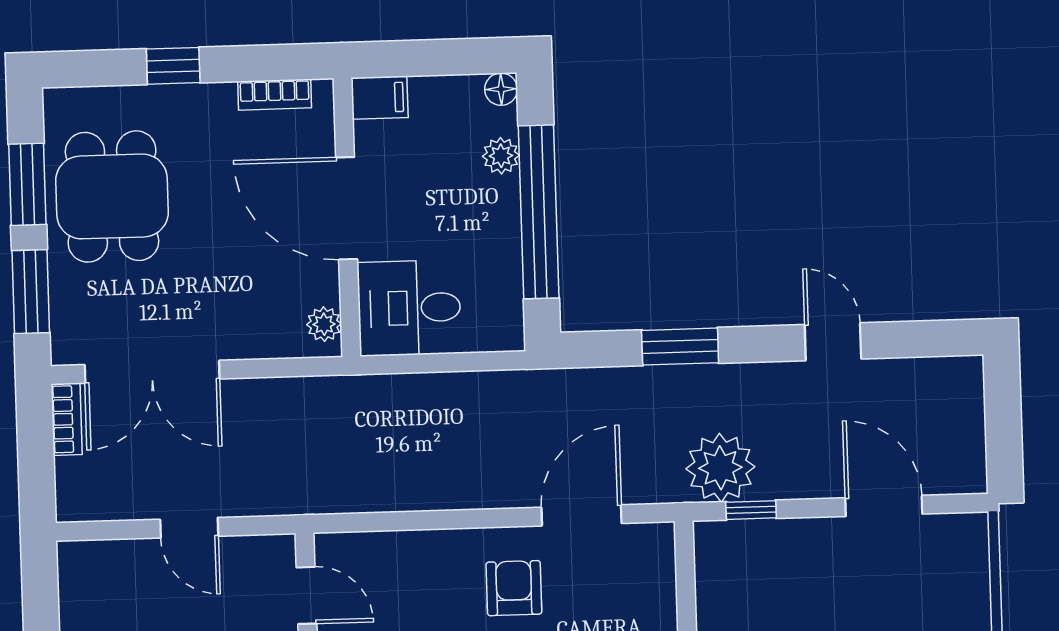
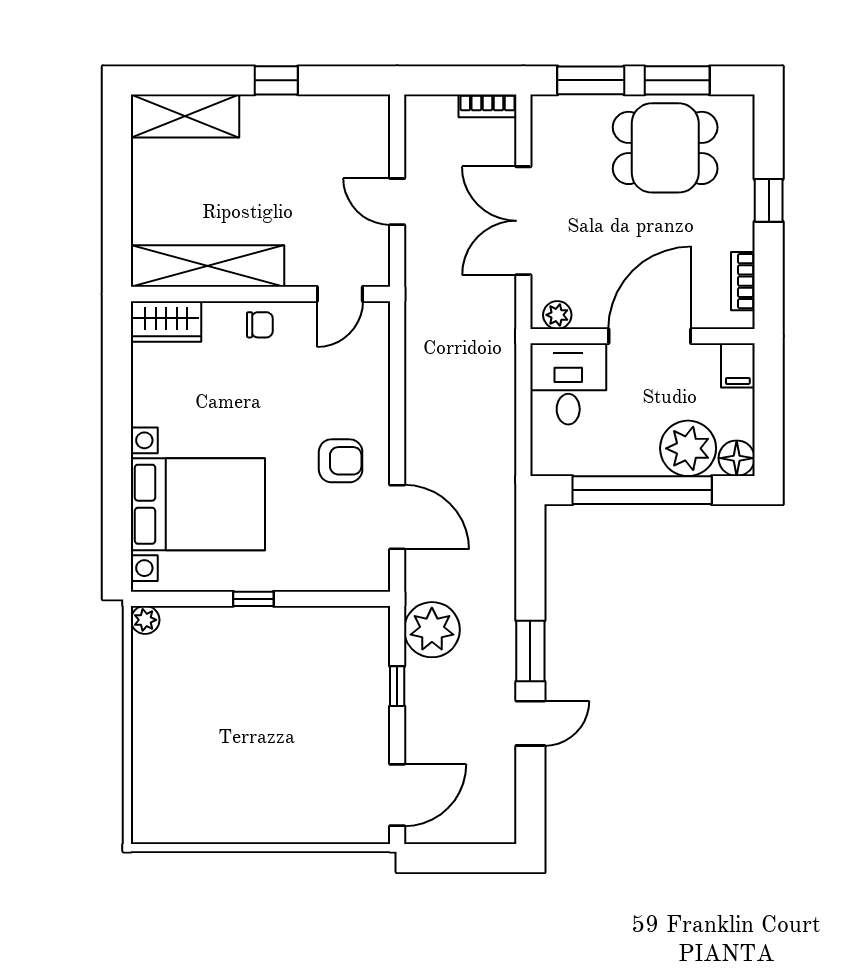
floor lamp: (501, 89) -> (737, 458), width x1.37, depth x1.37
plant: (501, 156) -> (688, 448), width x1.88, depth x1.88
window: (680, 347) -> (530, 651), moved
double door: (152, 372) -> (523, 221), moved
door: (884, 506) -> (397, 795), moved
window: (751, 510) -> (397, 686), moved
door: (189, 528) -> (397, 202), hinge flipped

